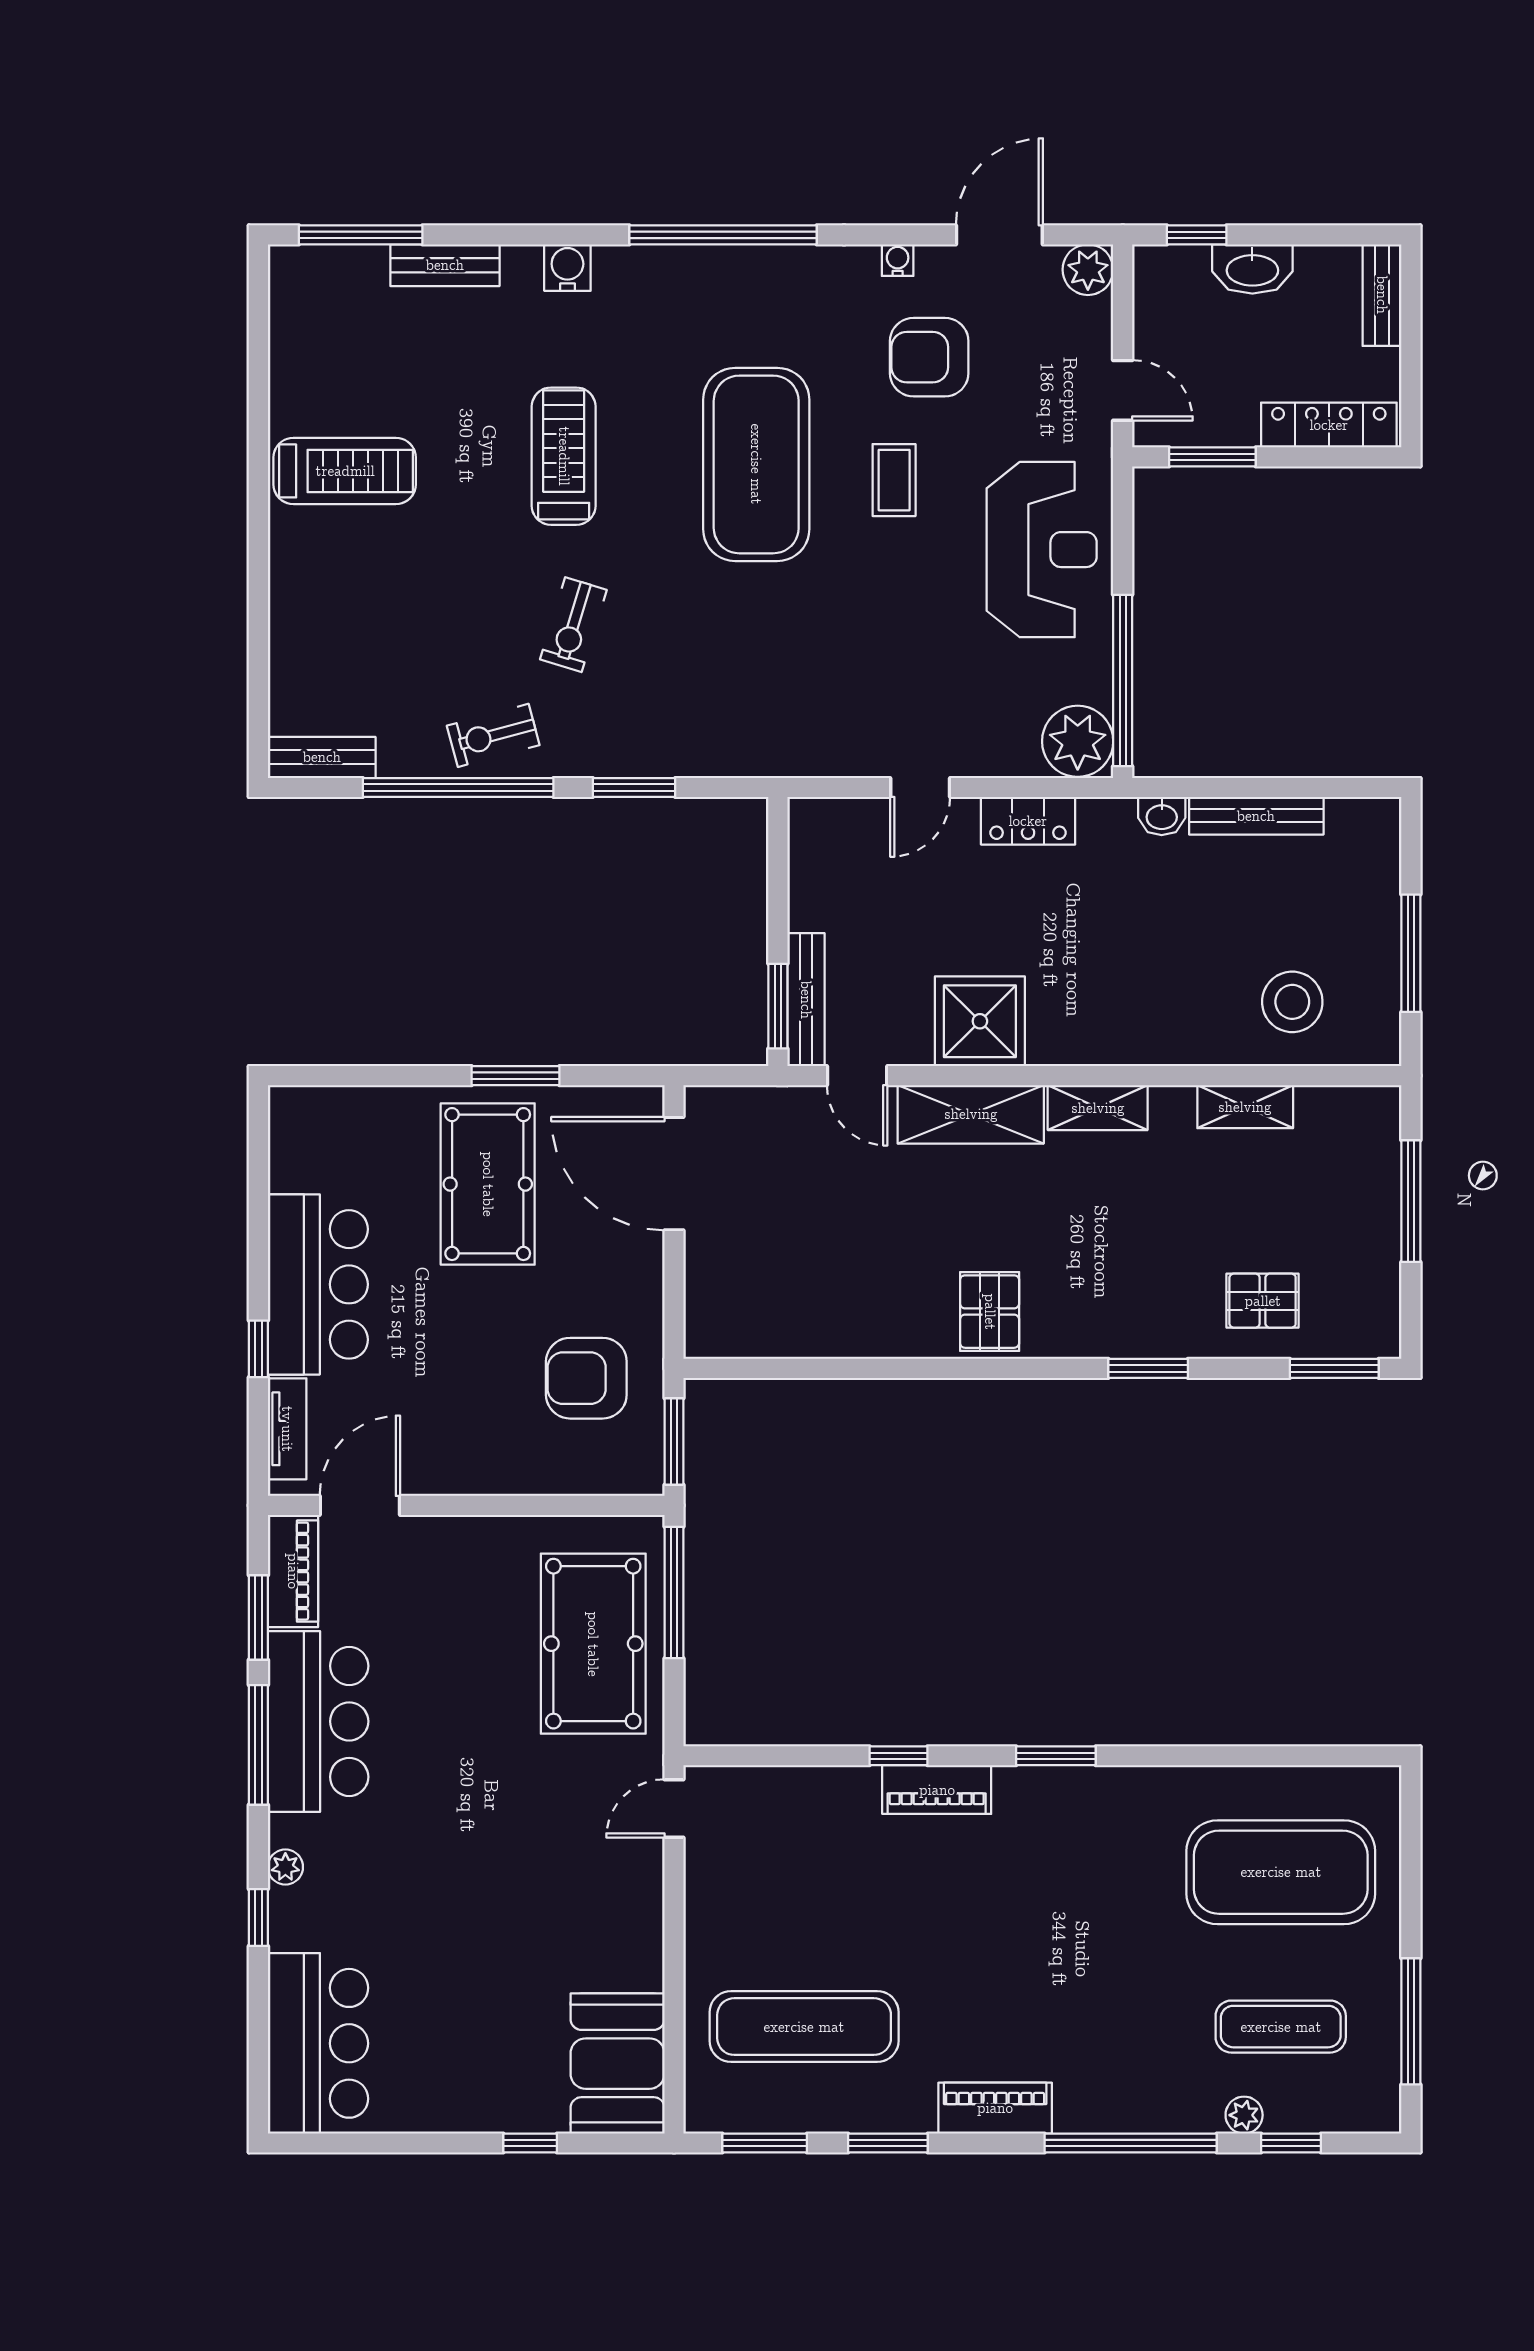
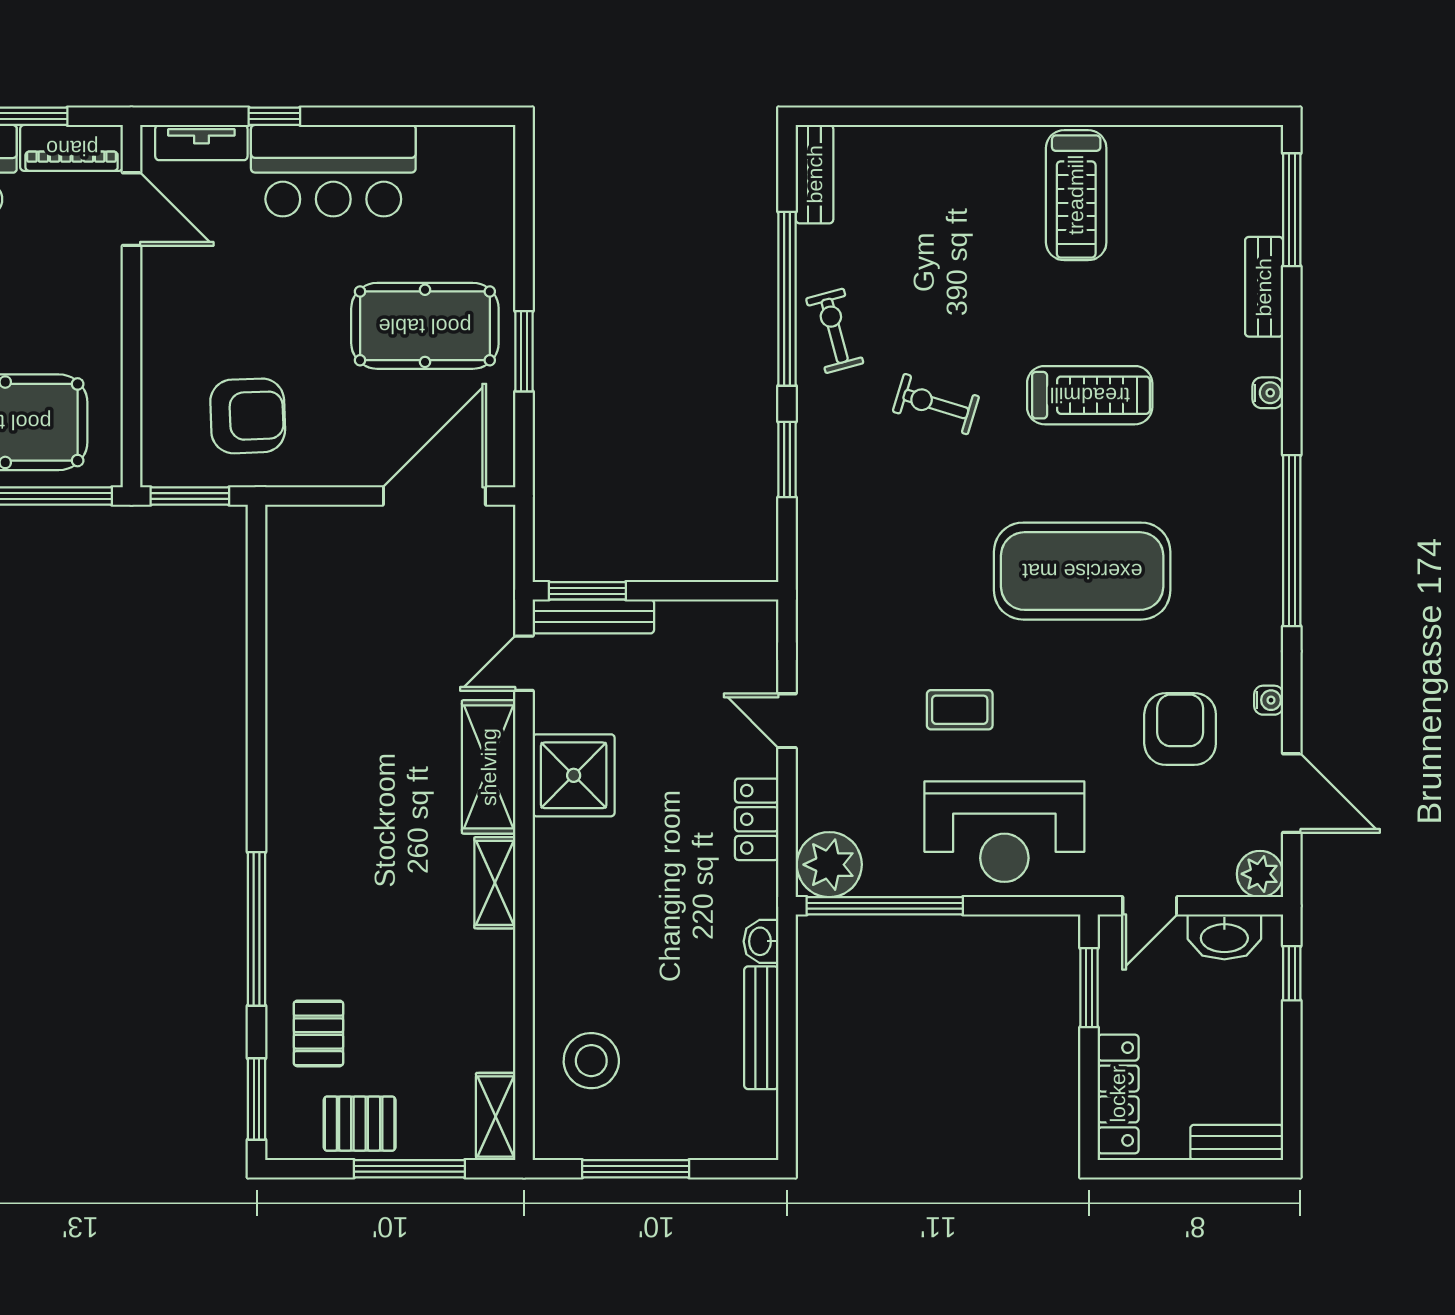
water cooler: (567, 268) -> (1268, 393), width x0.72, depth x0.72
washbasin: (1252, 269) -> (1224, 937), moved, turned -90
coffee table: (894, 480) -> (960, 710), moved
shelving: (1245, 1107) -> (496, 1116), moved
pallet: (990, 1312) -> (360, 1124), moved
window: (1148, 1368) -> (257, 929), width x2.11
armchair: (586, 1378) -> (248, 416), turned 88

